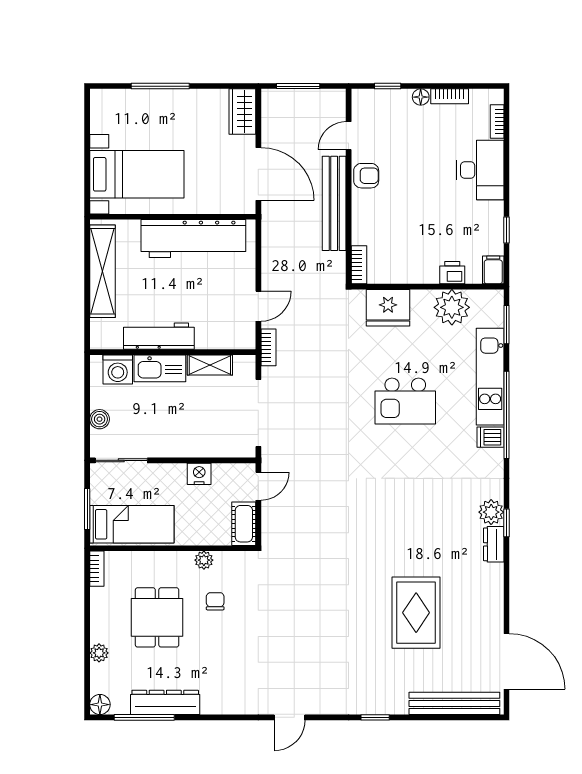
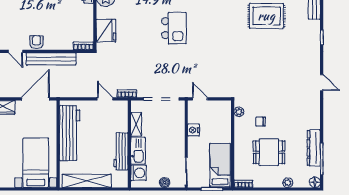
kitchen island: (405, 401) -> (174, 28), moved
cot: (244, 524) -> (220, 107), removed
plant: (204, 560) -> (239, 112), moved

